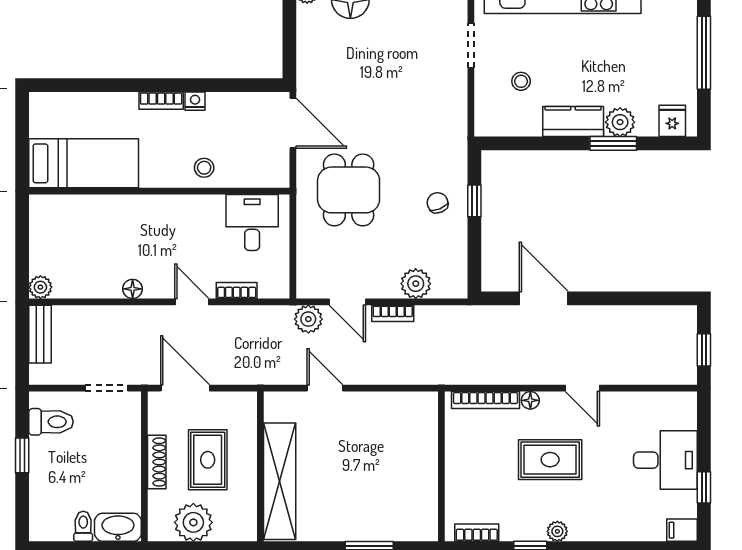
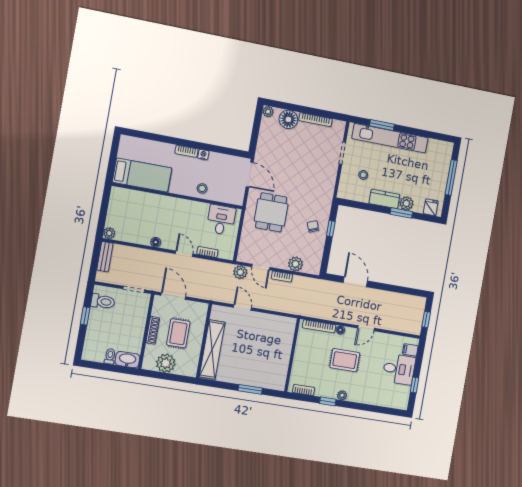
door: (582, 388) -> (366, 328), hinge flipped
filing cabinet: (682, 530) -> (410, 350), moved

